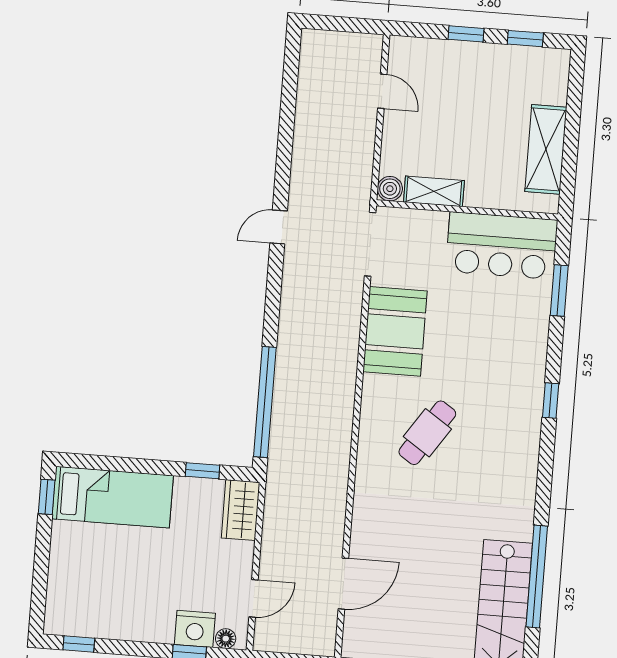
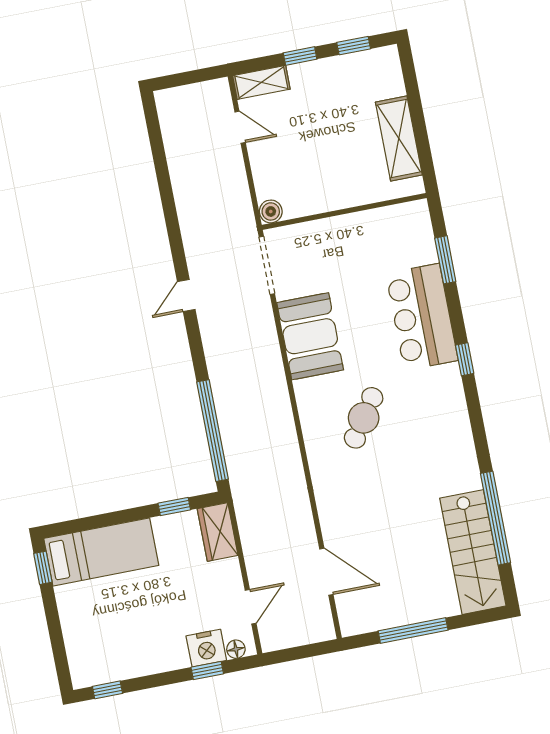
shelving: (434, 191) -> (261, 82), moved
door: (279, 227) -> (186, 296), moved
bar counter: (502, 246) -> (422, 317), moved, turned 90
door: (343, 584) -> (326, 572), hinge flipped

